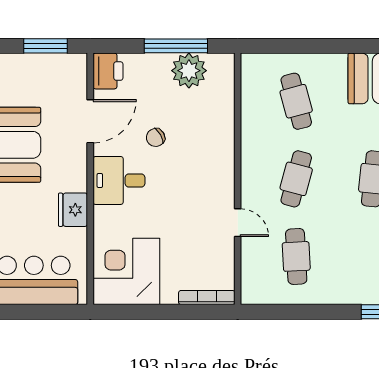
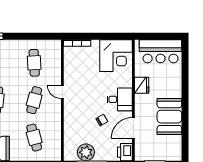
door: (238, 223) -> (62, 92), moved

